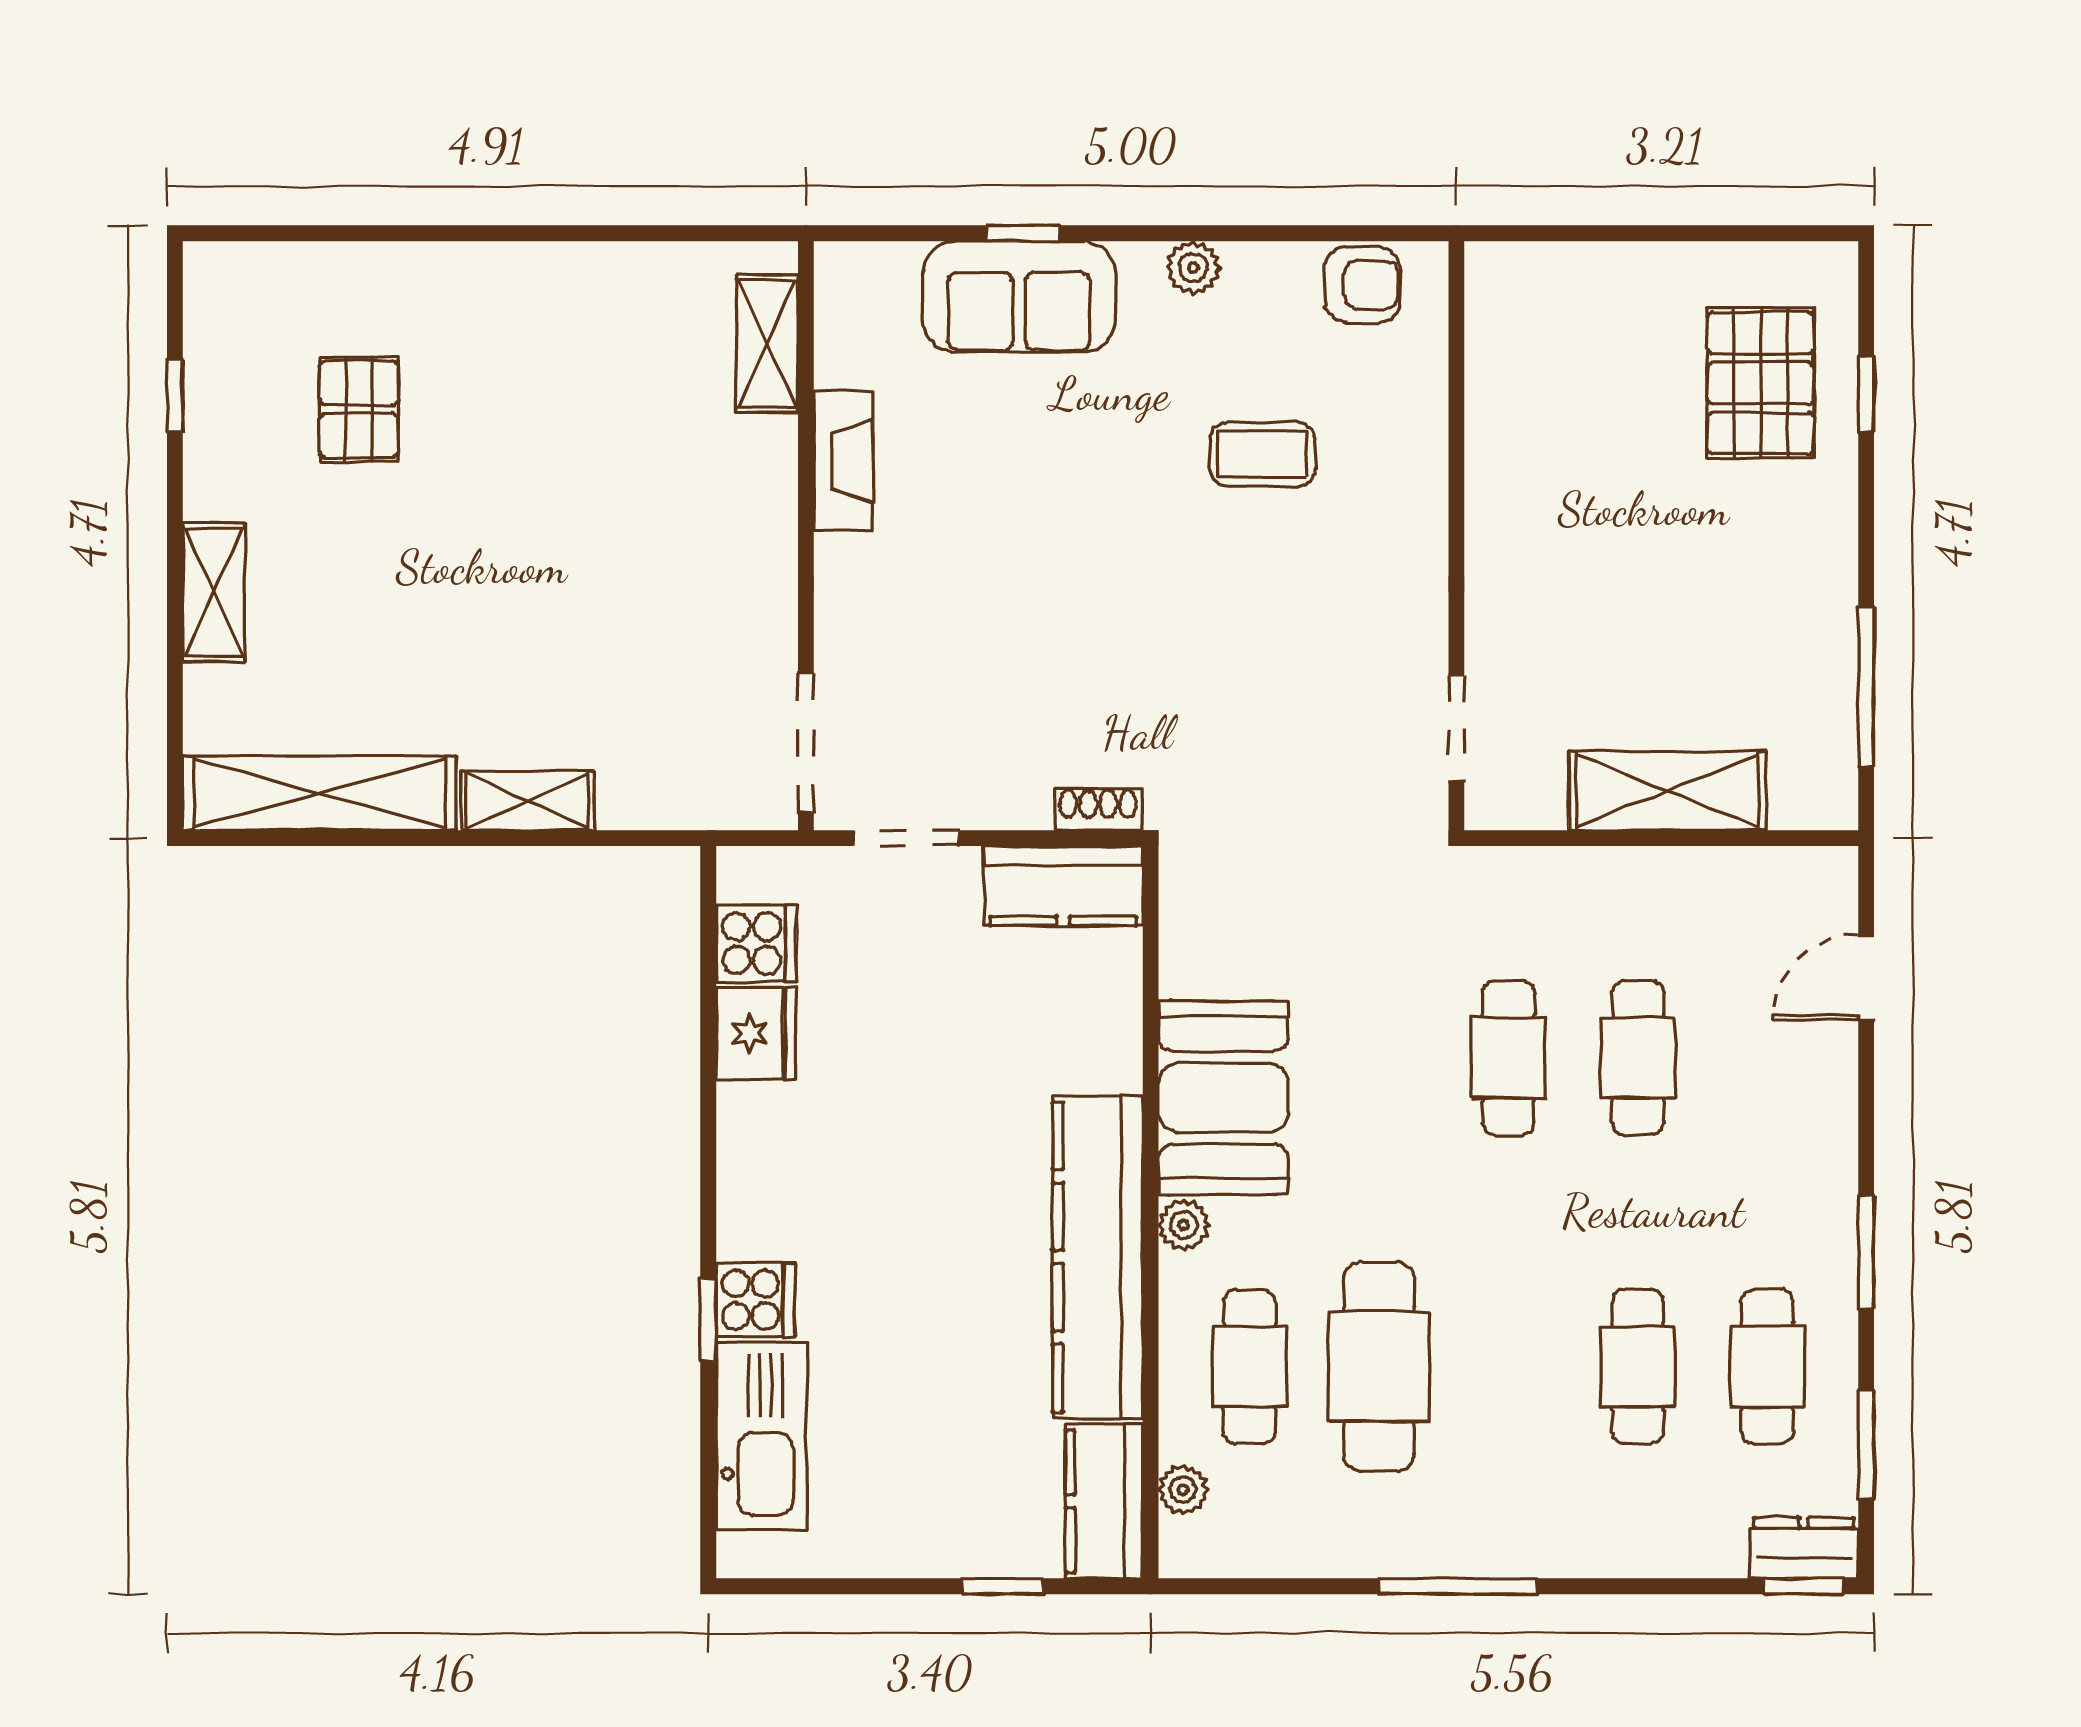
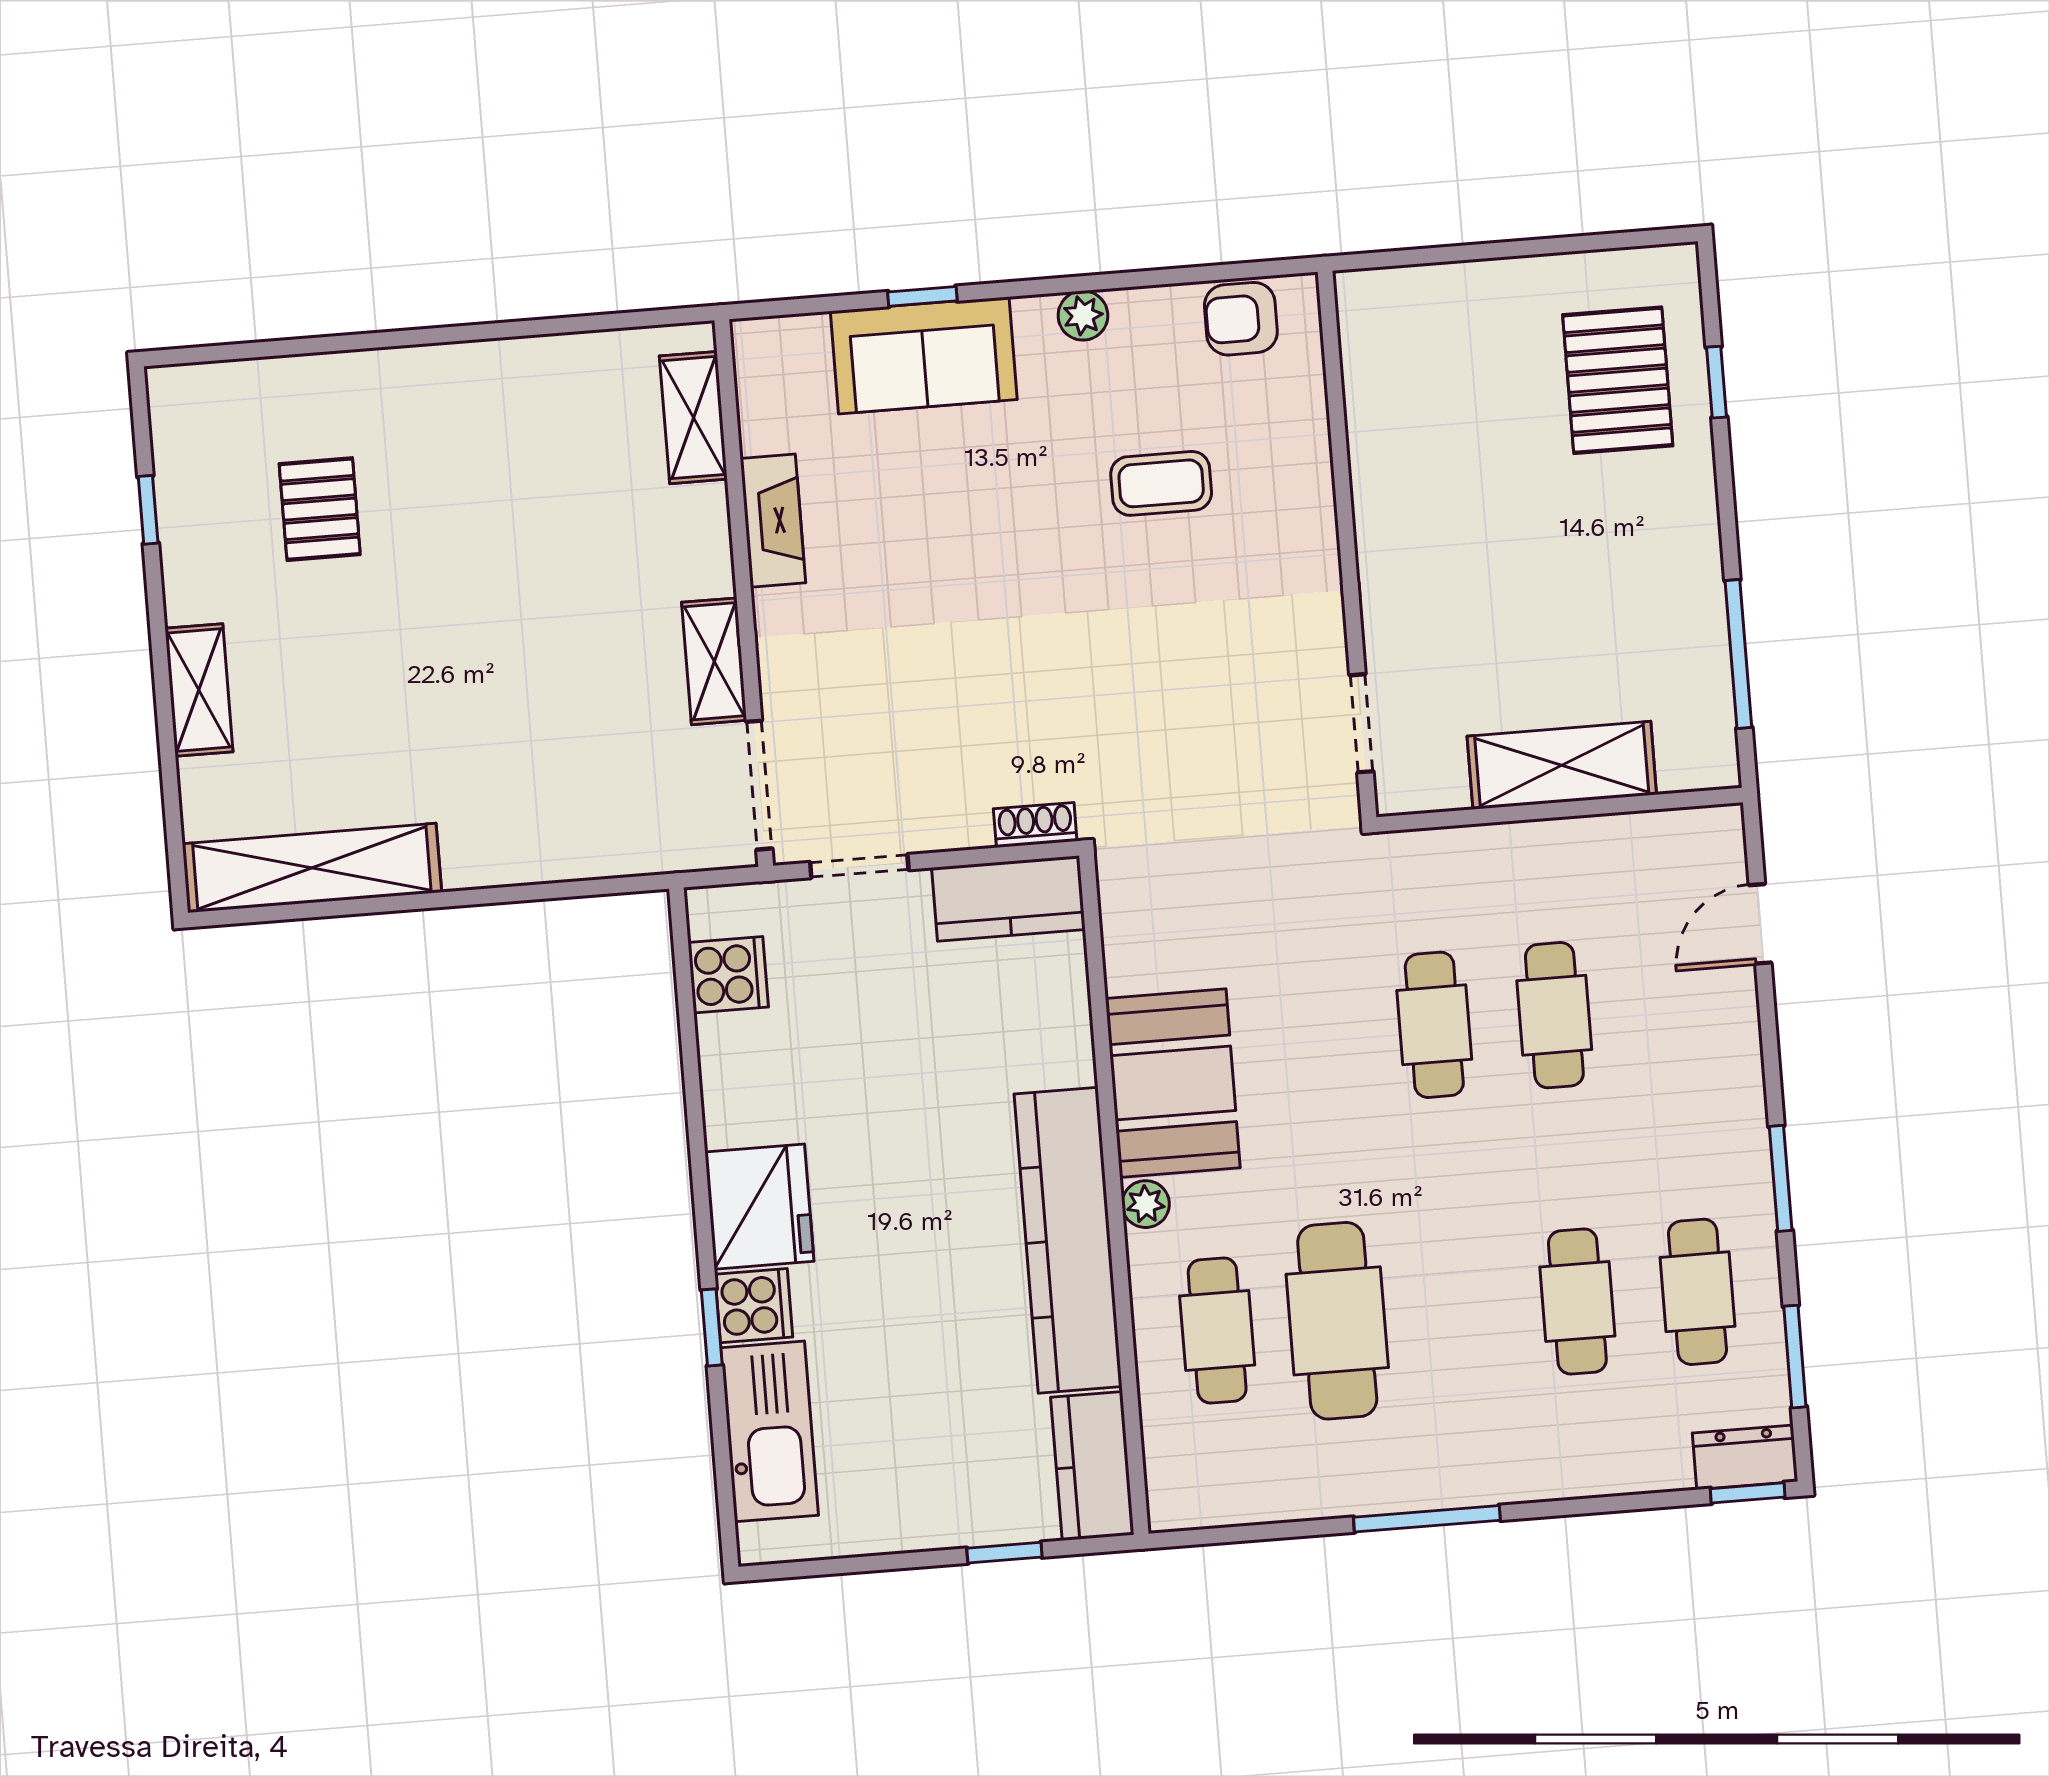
armchair: (1362, 285) -> (1241, 319), turned 180
shelving: (528, 801) -> (714, 661), moved, turned 90
fridge: (756, 1033) -> (759, 1207), moved, width x1.36, depth x1.34
plant: (1183, 1490) -> (1165, 1450), removed

